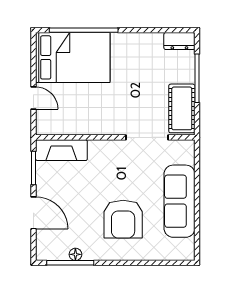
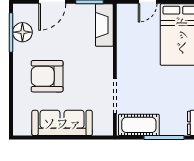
floor lamp: (75, 254) -> (22, 32), width x1.89, depth x1.89

